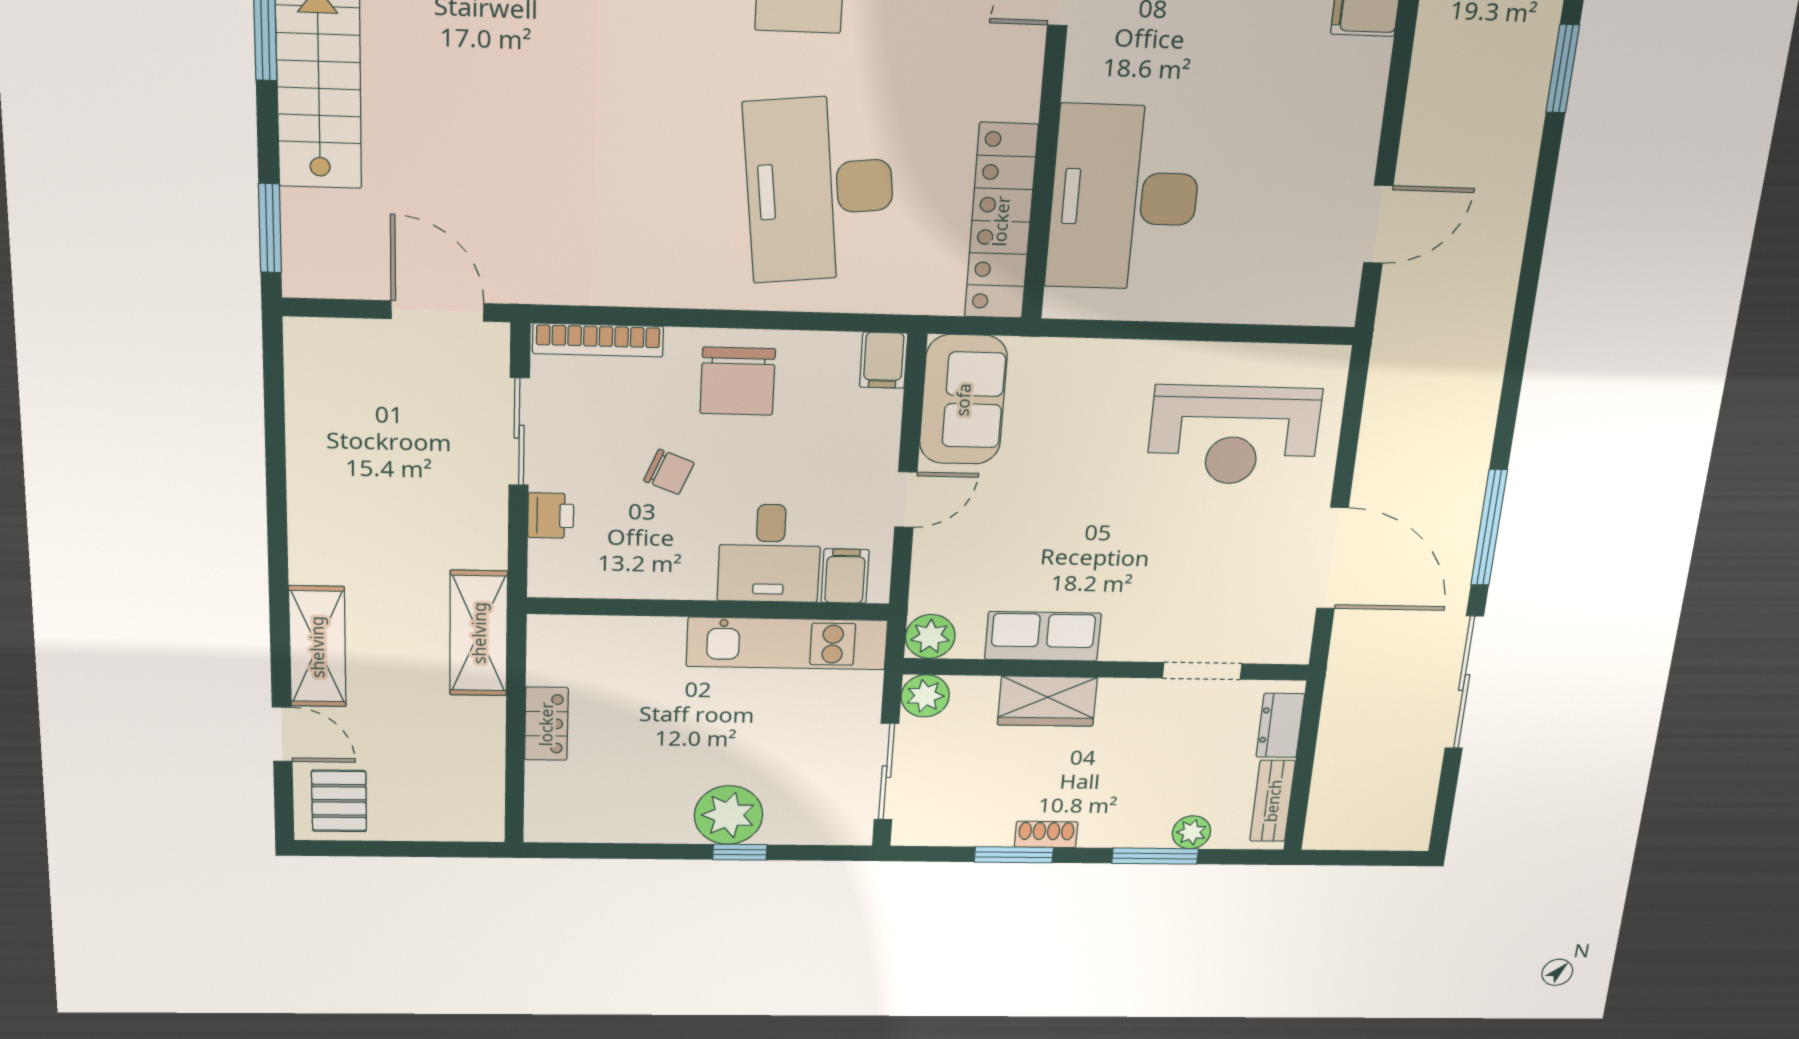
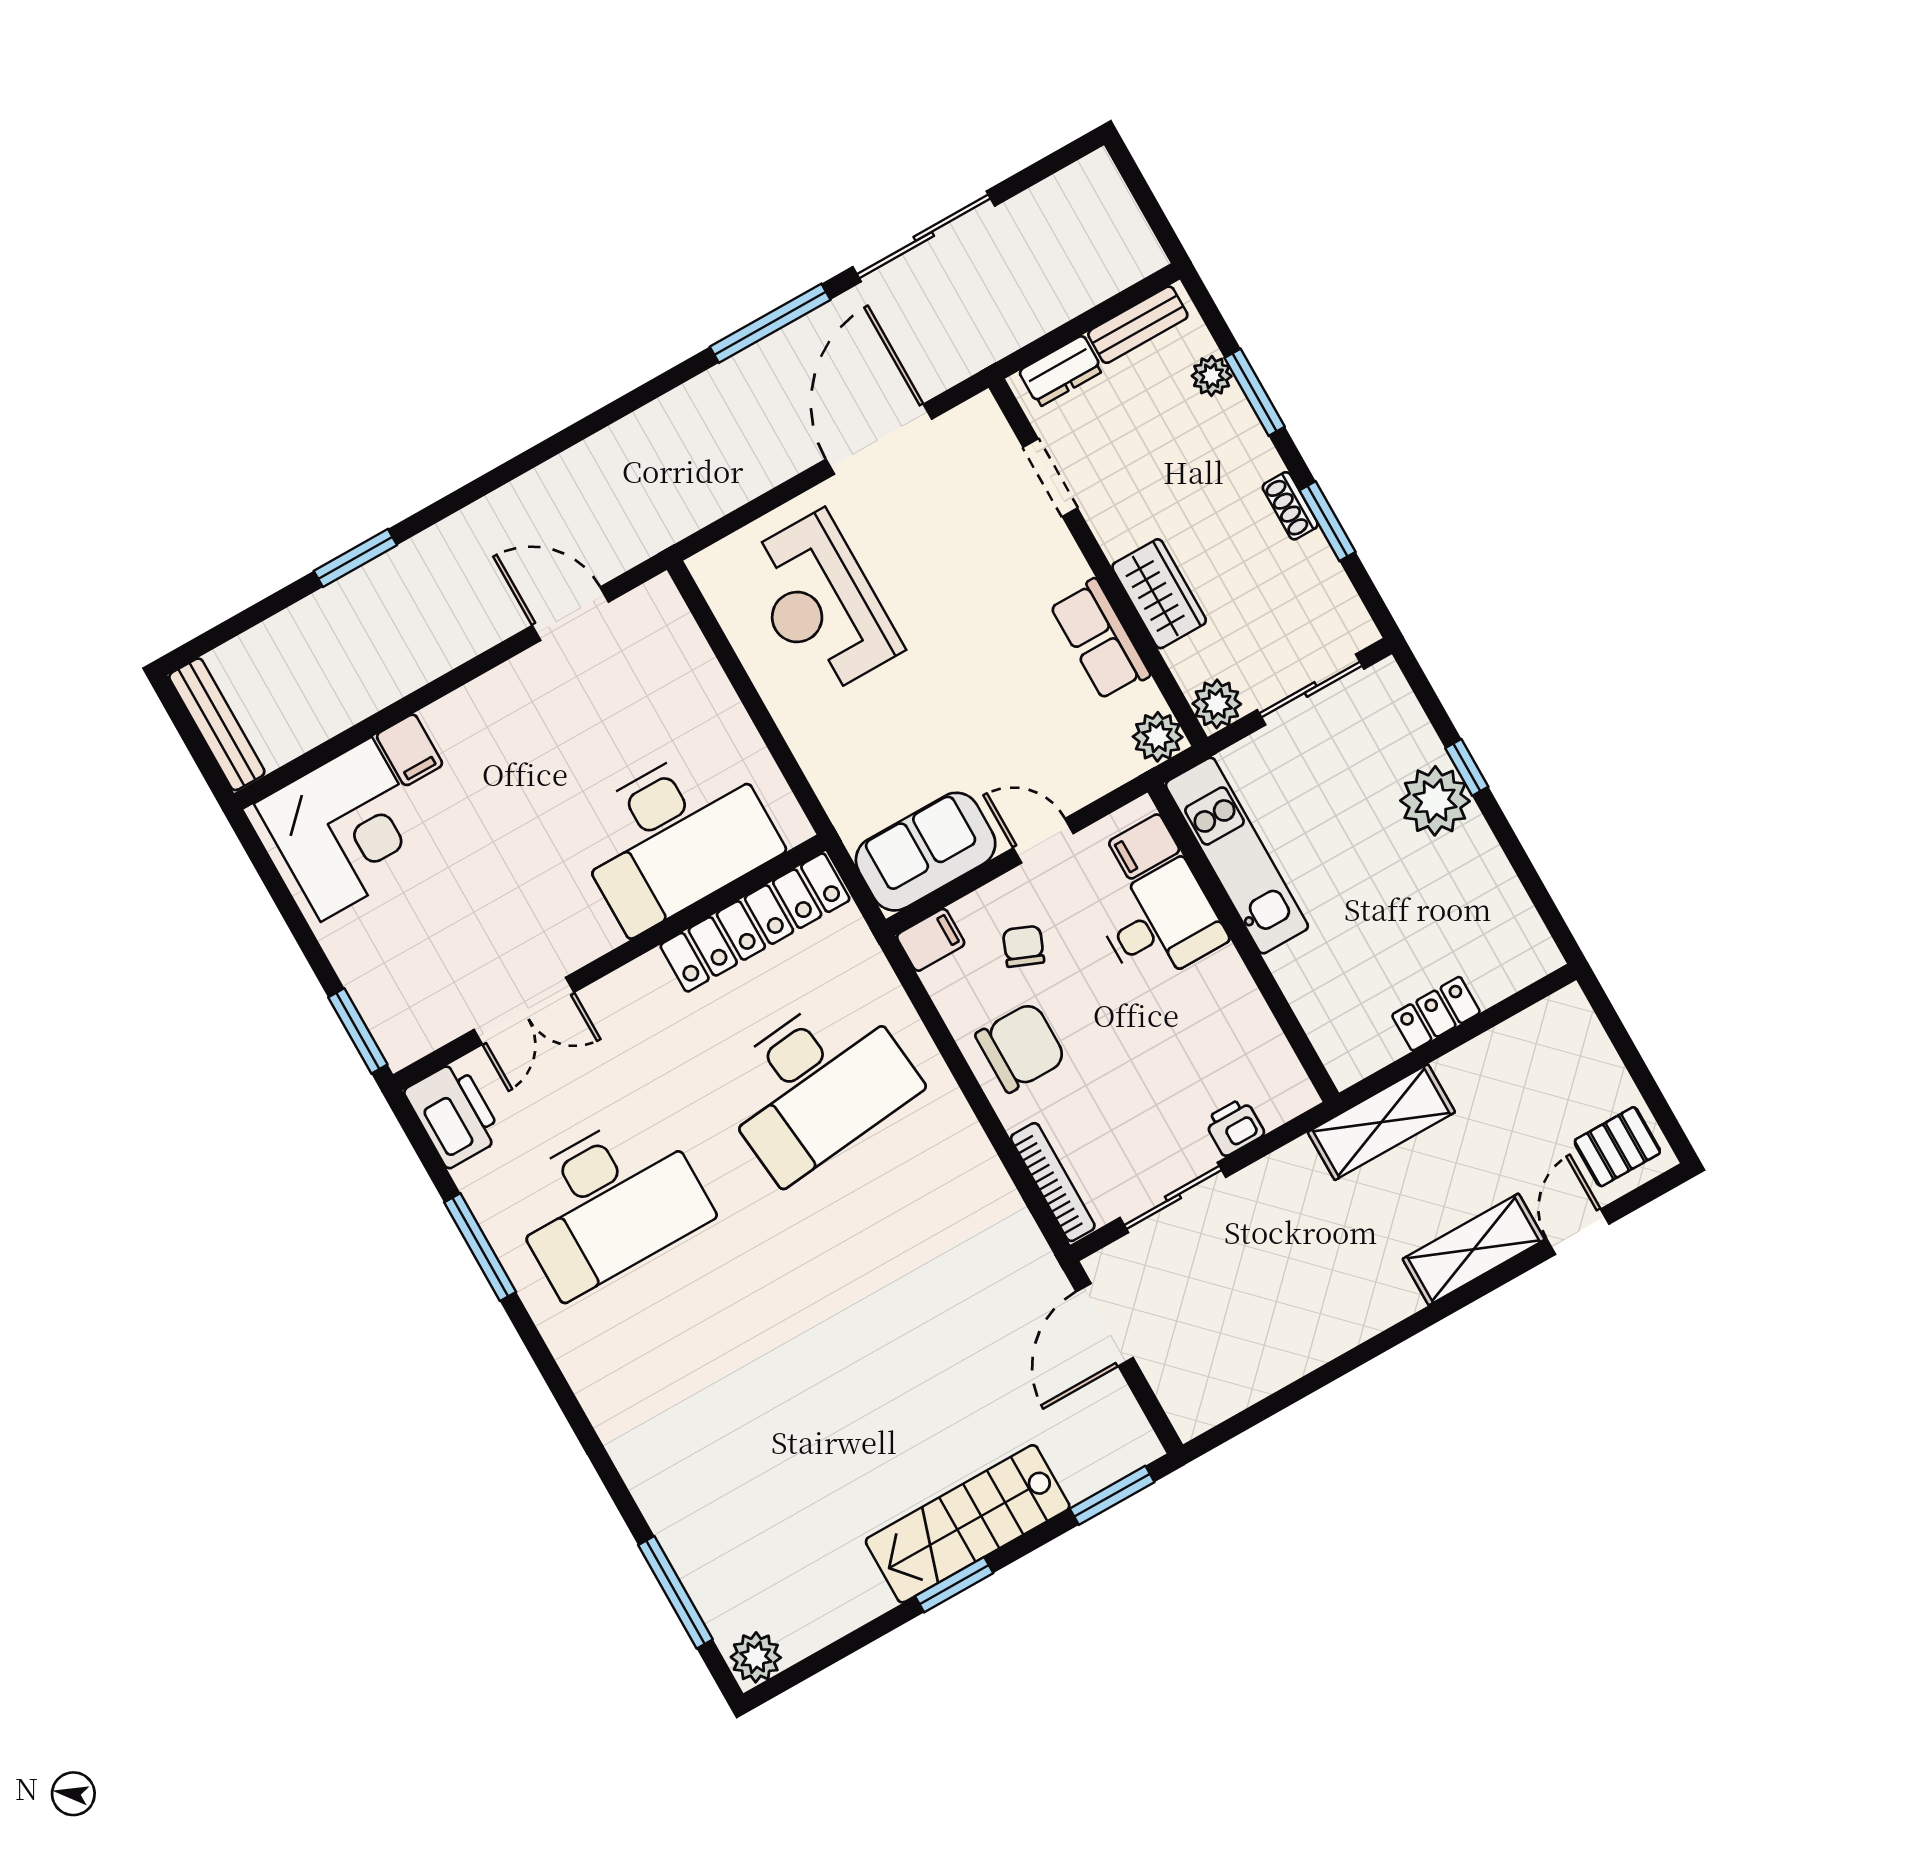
reception desk: (1234, 435) -> (821, 604), turned 180
chair: (669, 472) -> (1023, 946), moved

